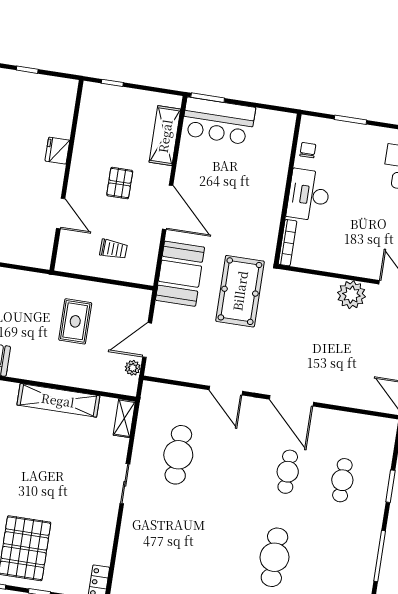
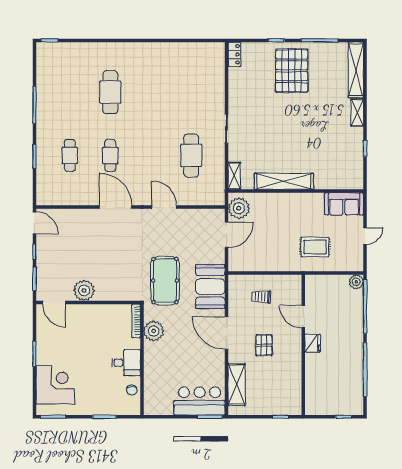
fridge: (57, 151) -> (313, 343), moved
desk: (309, 195) -> (126, 363), width x0.73
plant: (266, 225) -> (154, 331), added
rug: (75, 321) -> (315, 247), moved, turned 90
plant: (133, 368) -> (239, 208), width x1.88, depth x1.88

